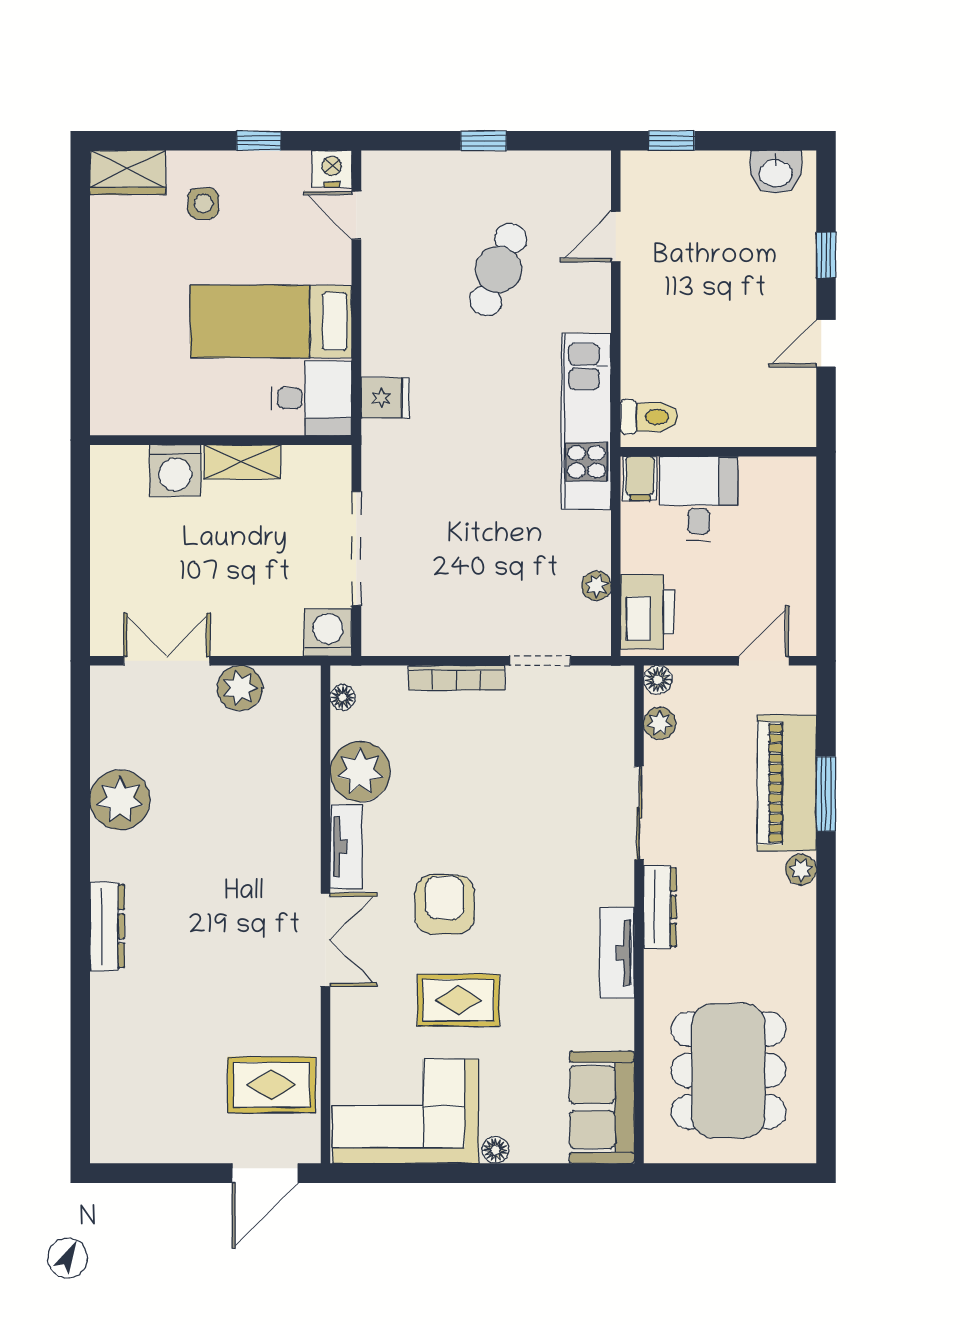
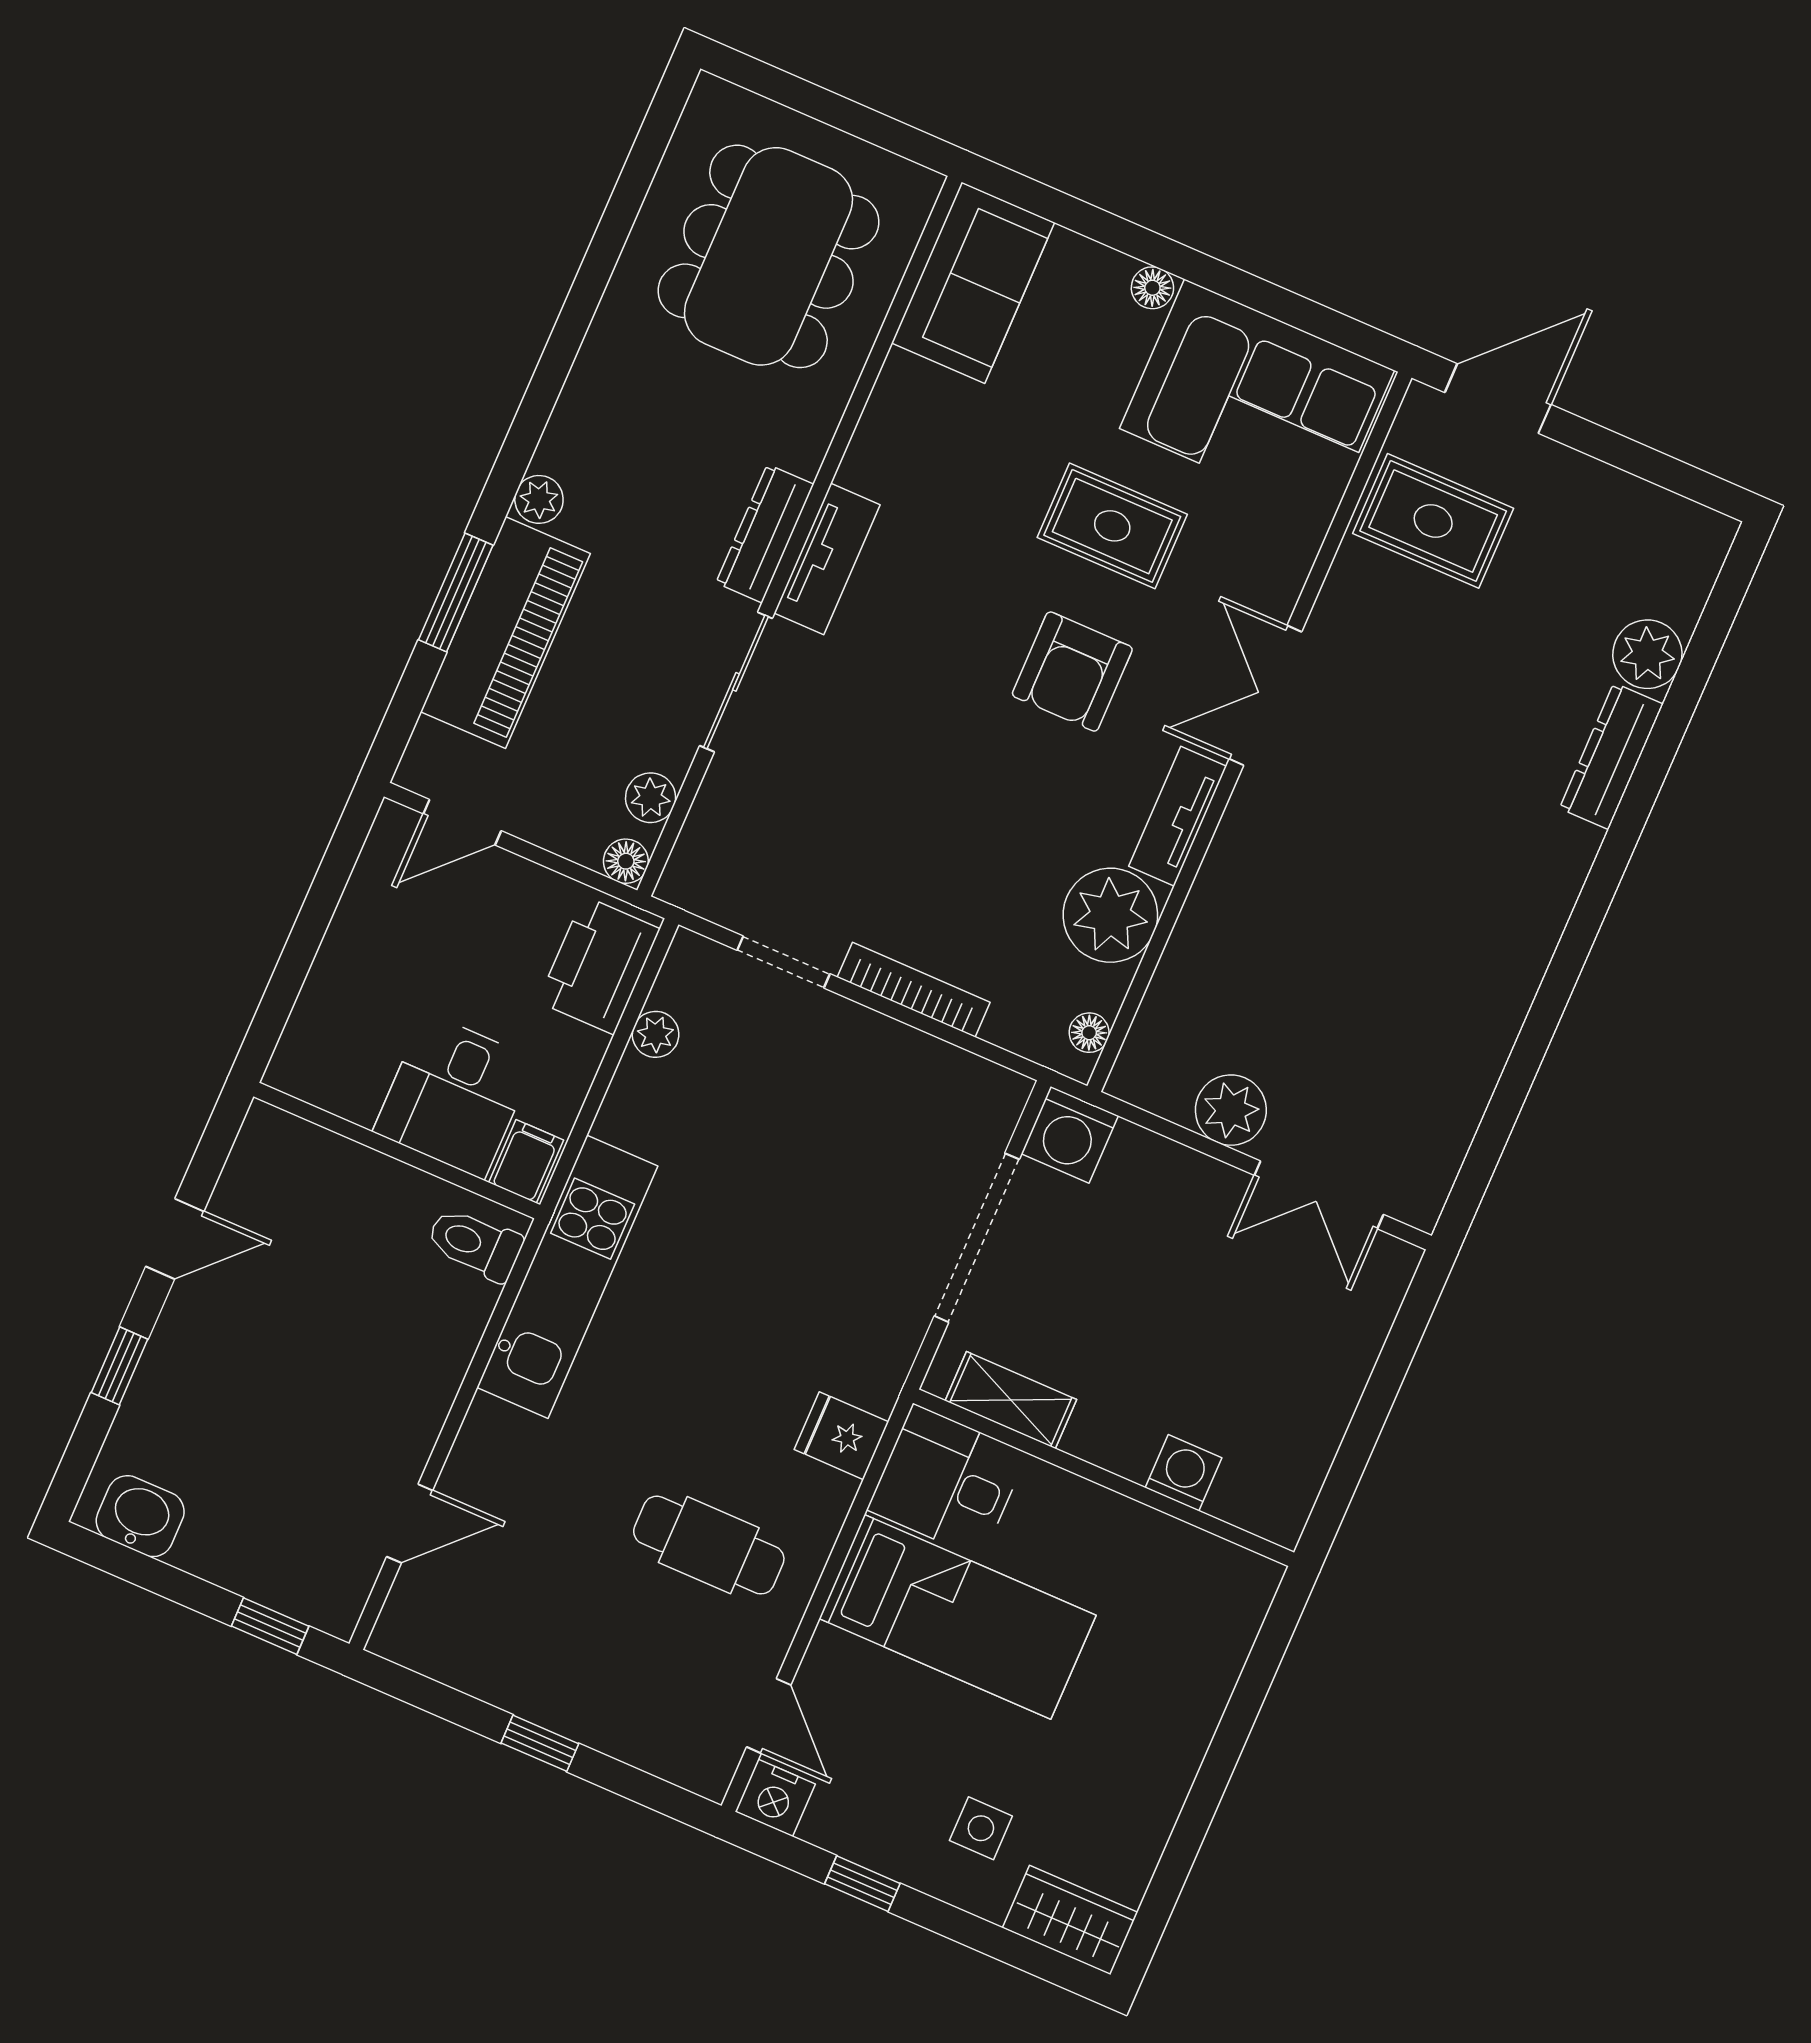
cafe table: (498, 270) -> (709, 1545), moved, turned 68
shelving: (242, 462) -> (1011, 1400), moved
washing machine: (175, 470) -> (1183, 1473), width x0.73, depth x0.73
plant: (120, 800) -> (1647, 654), moved, width x0.73, depth x0.73
dresser: (107, 926) -> (1611, 756), moved
tv unit: (617, 953) -> (827, 559), moved

